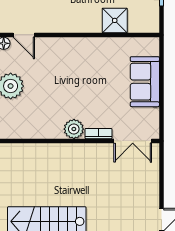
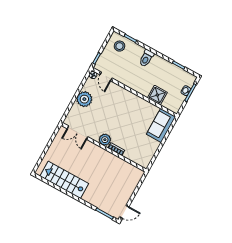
sofa: (145, 82) -> (161, 125), moved
double door: (133, 141) -> (78, 133), moved

